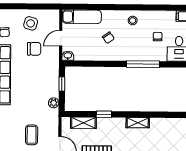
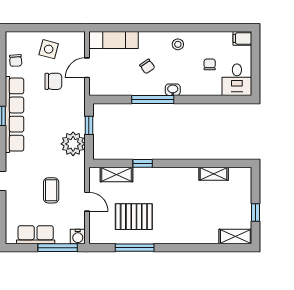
washbasin: (68, 56) -> (173, 90), moved
window: (143, 64) -> (153, 100), moved
plant: (54, 103) -> (73, 144), width x1.88, depth x1.88
shelving: (138, 123) -> (214, 174), moved

